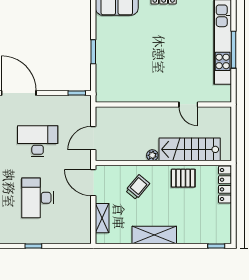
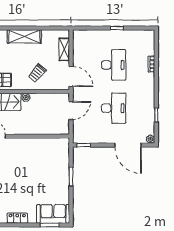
desk: (38, 141) -> (114, 108), turned -90

